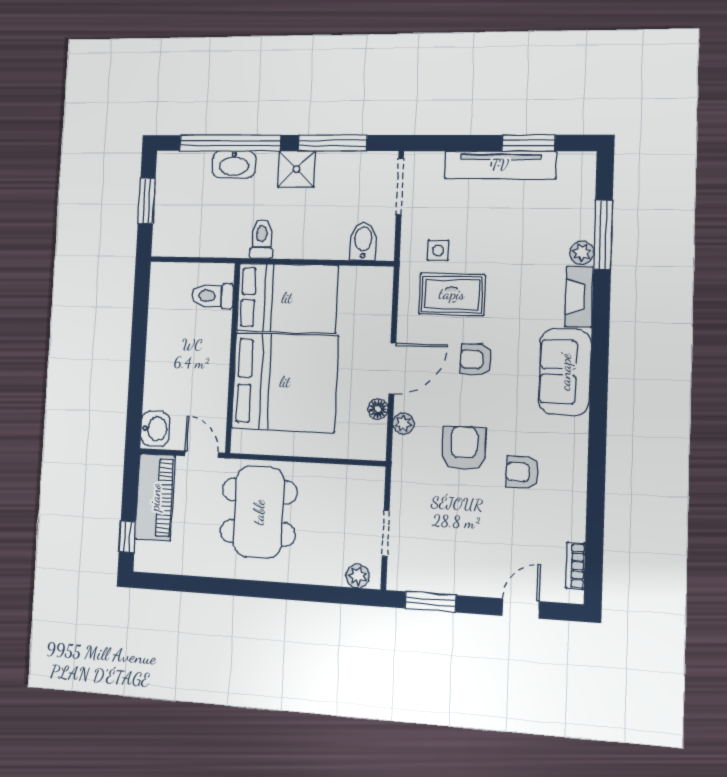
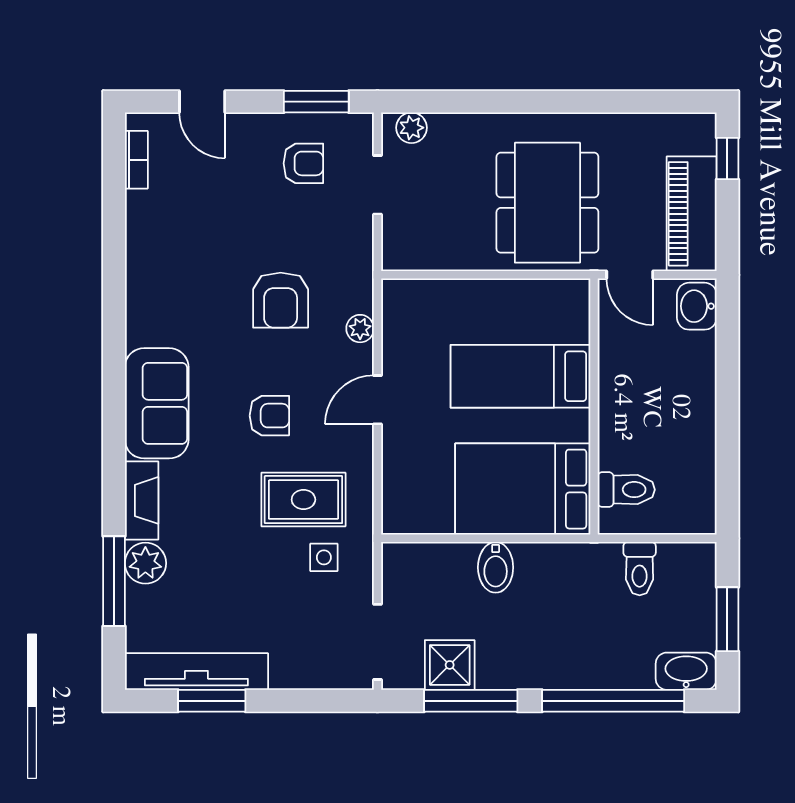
washbasin: (234, 164) -> (686, 671), moved
tv unit: (500, 165) -> (196, 672), moved
shower: (296, 169) -> (450, 665), moved
toilet: (262, 239) -> (640, 569), moved
bidet: (363, 242) -> (496, 567), moved
plant: (582, 253) -> (145, 563), width x1.38, depth x1.38
door: (392, 369) -> (377, 400), width x0.73
bed: (285, 382) -> (520, 376), width x0.49
floor lamp: (378, 409) -> (394, 346), removed
armchair: (522, 472) -> (303, 163), moved
door: (521, 608) -> (202, 102), hinge flipped

